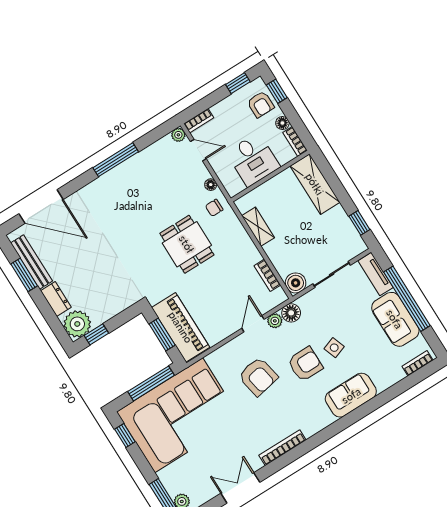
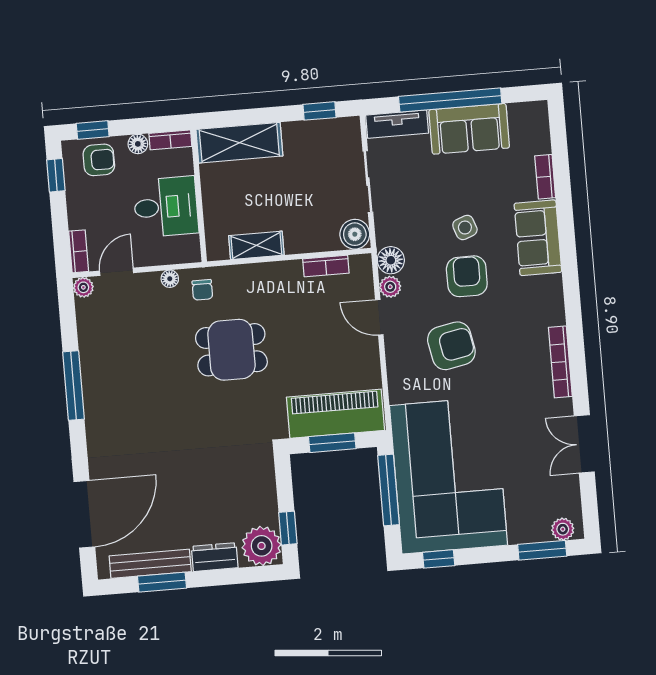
bookcase: (418, 363) -> (545, 177), moved

